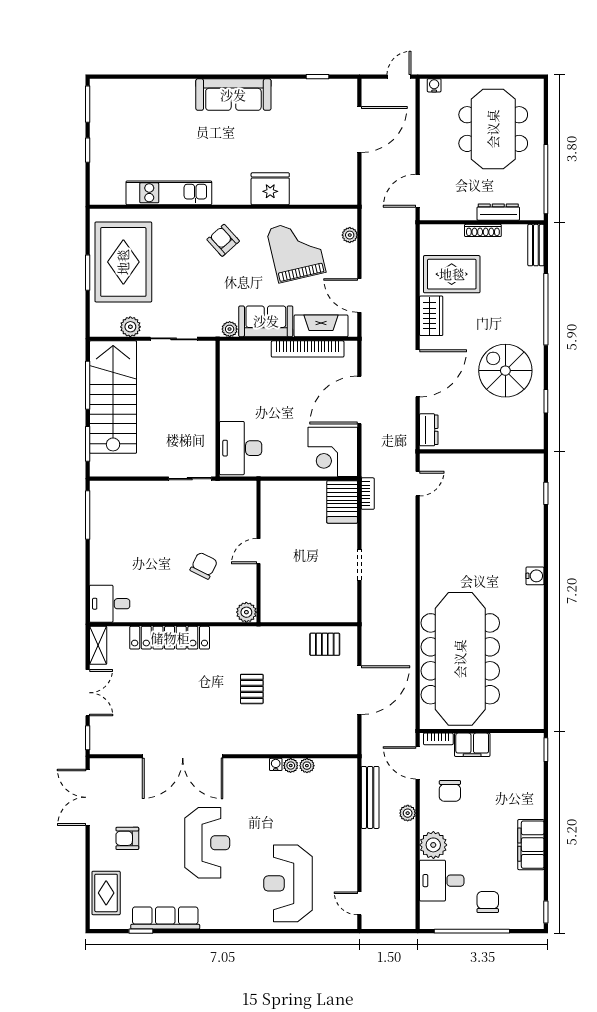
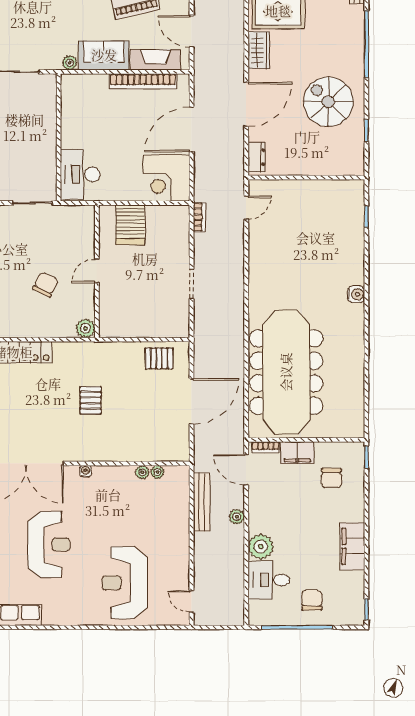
server rack: (342, 502) -> (130, 225), moved
water cooler: (276, 764) -> (86, 471), moved
plant: (291, 765) -> (157, 472), moved
chair: (450, 791) -> (331, 478), moved

